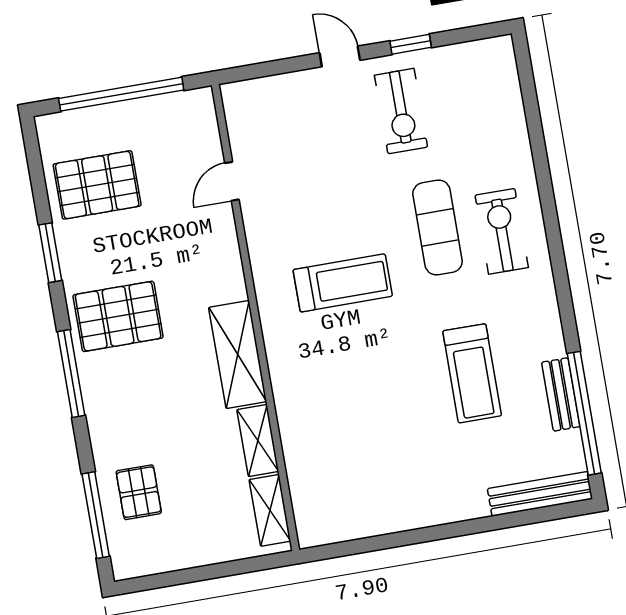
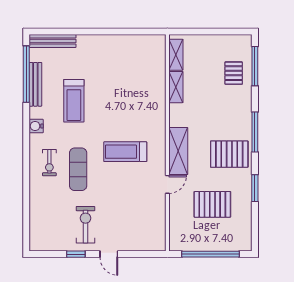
door: (232, 181) -> (167, 184), moved
pallet: (97, 185) -> (212, 204), moved
exercise bike: (502, 231) -> (49, 163), width x0.73, depth x0.72
water cooler: (544, 305) -> (36, 126), added
shelving: (238, 354) -> (178, 151), moved
treadmill: (472, 373) -> (74, 101), turned 180
bench: (561, 394) -> (35, 84), width x1.36

